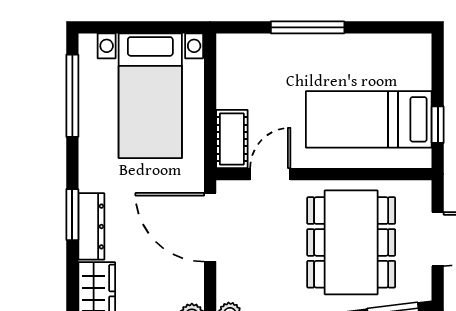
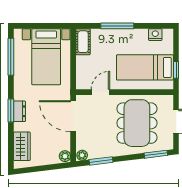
nightstand: (392, 47) -> (155, 35), added
cot: (232, 139) -> (83, 42), moved
dresser: (91, 226) -> (19, 111), width x0.70

